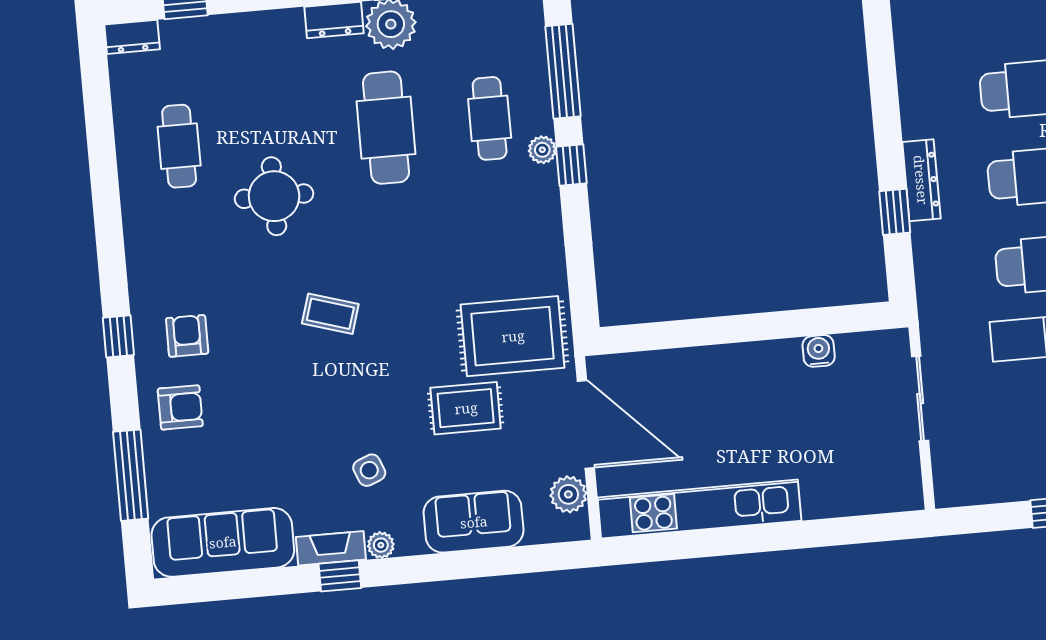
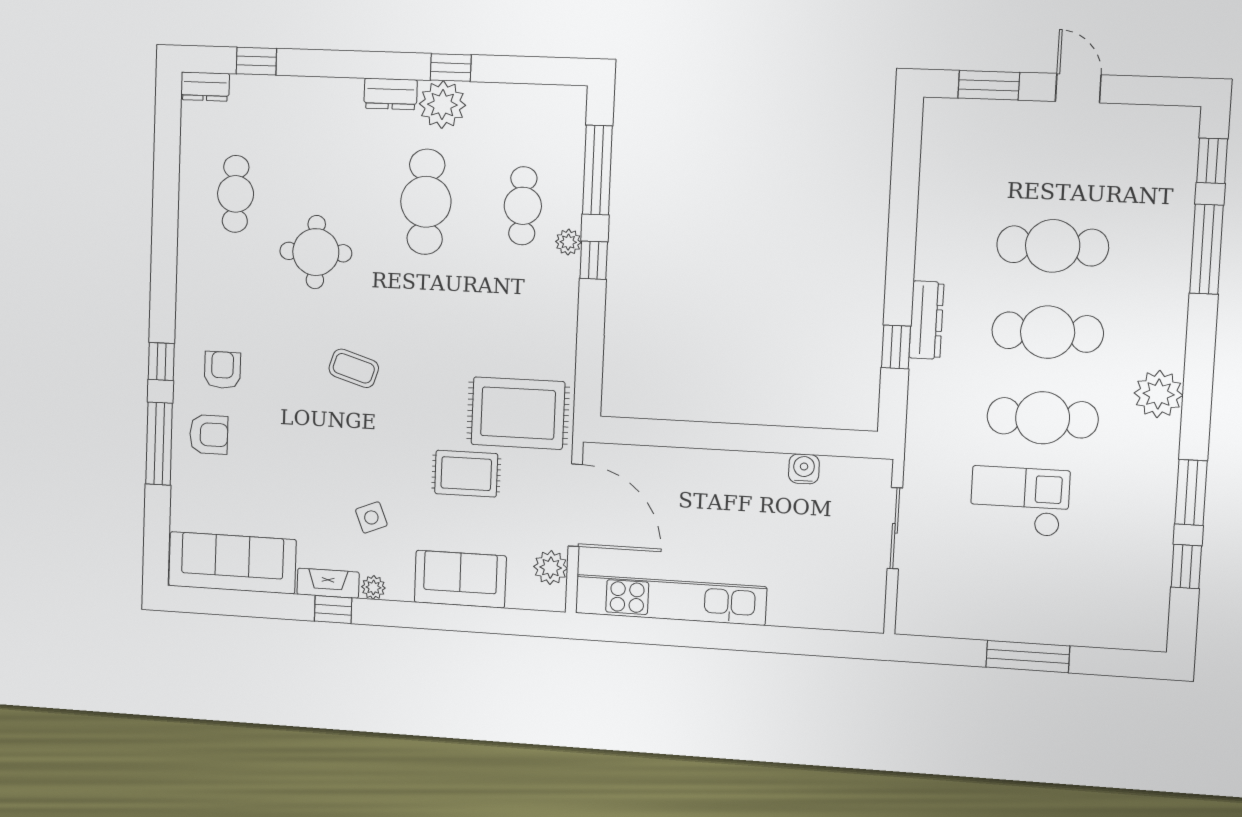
window: (131, 475) -> (159, 444), moved

